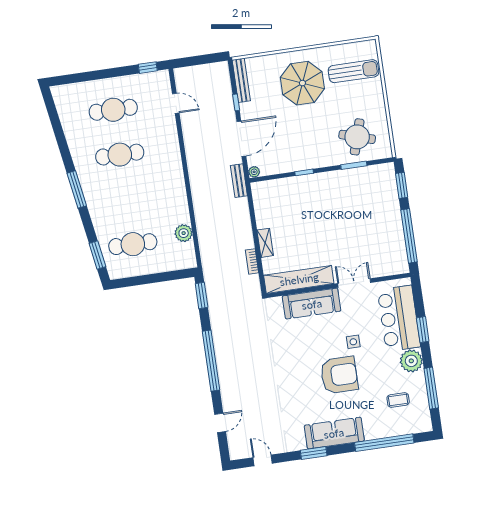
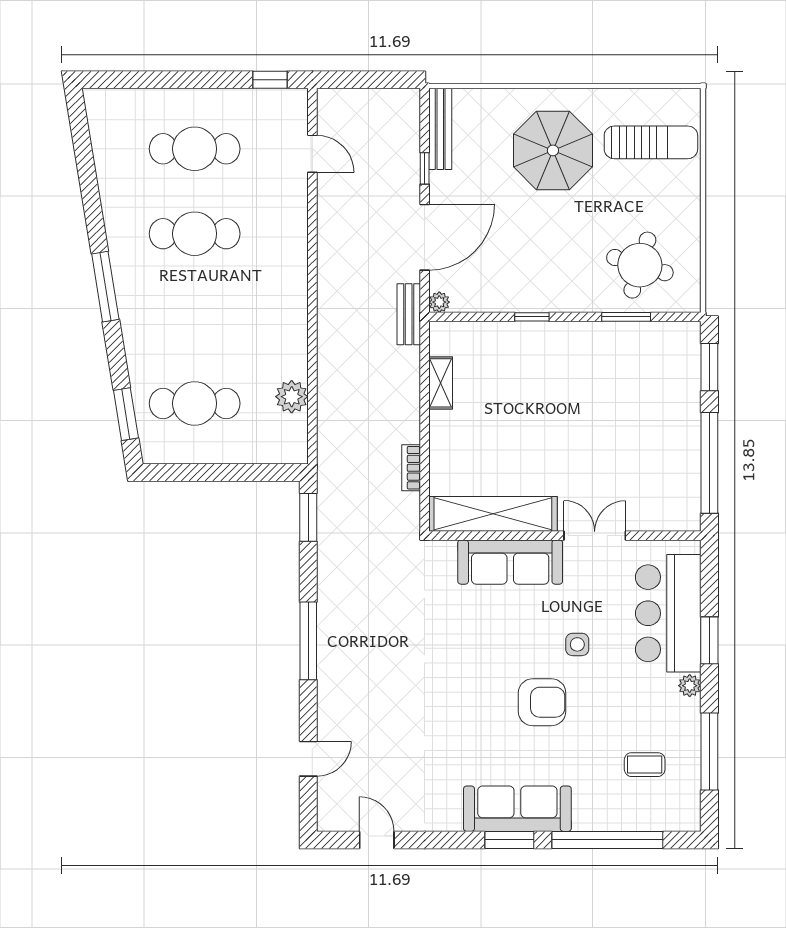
shelving: (265, 243) -> (441, 383), moved
window: (211, 361) -> (308, 641), width x0.68
plant: (411, 361) -> (690, 686), width x0.53, depth x0.53
armchair: (339, 375) -> (542, 702), width x0.73, depth x0.73
window: (314, 453) -> (509, 840), moved

